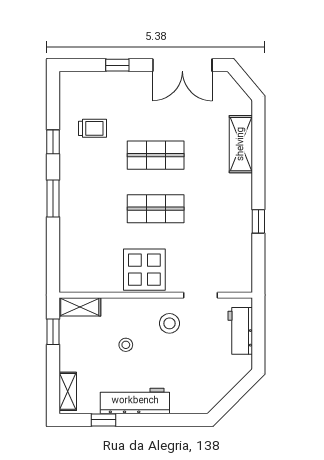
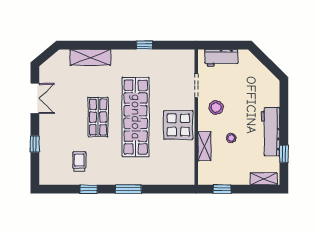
double door: (182, 65) -> (35, 98), width x0.73
shop shelf: (156, 209) -> (136, 117), width x2.00, depth x1.36
shelving: (80, 307) -> (204, 146), moved

